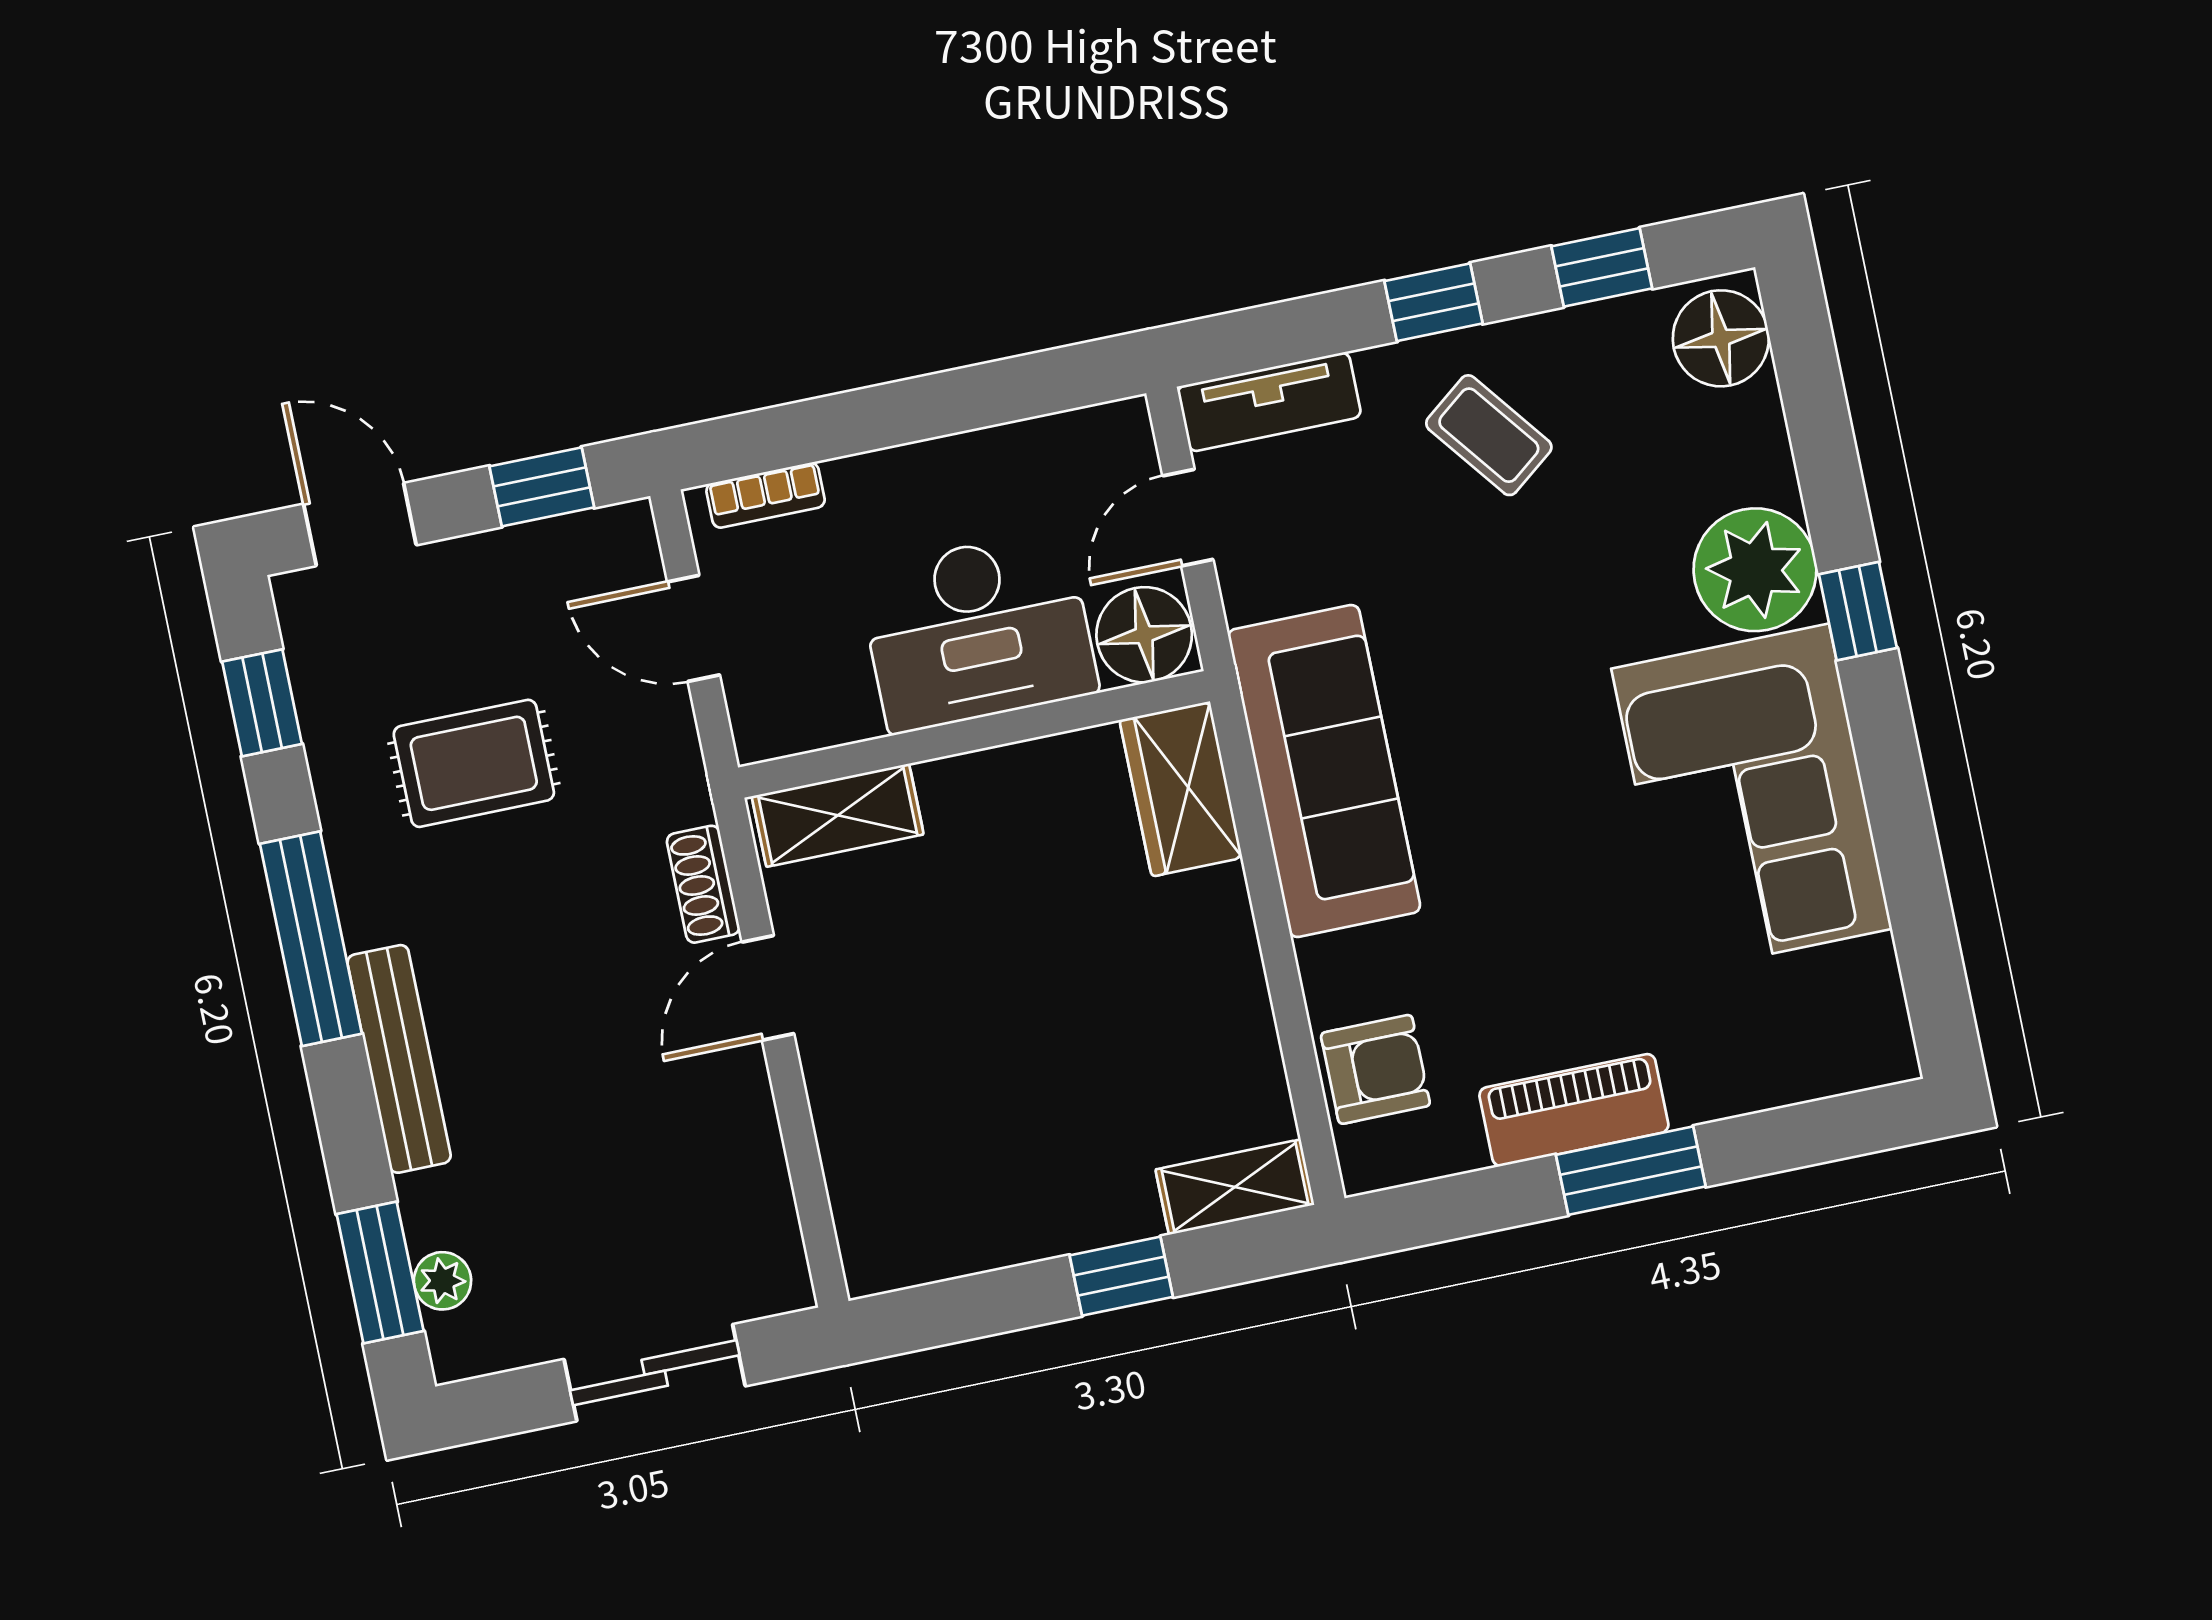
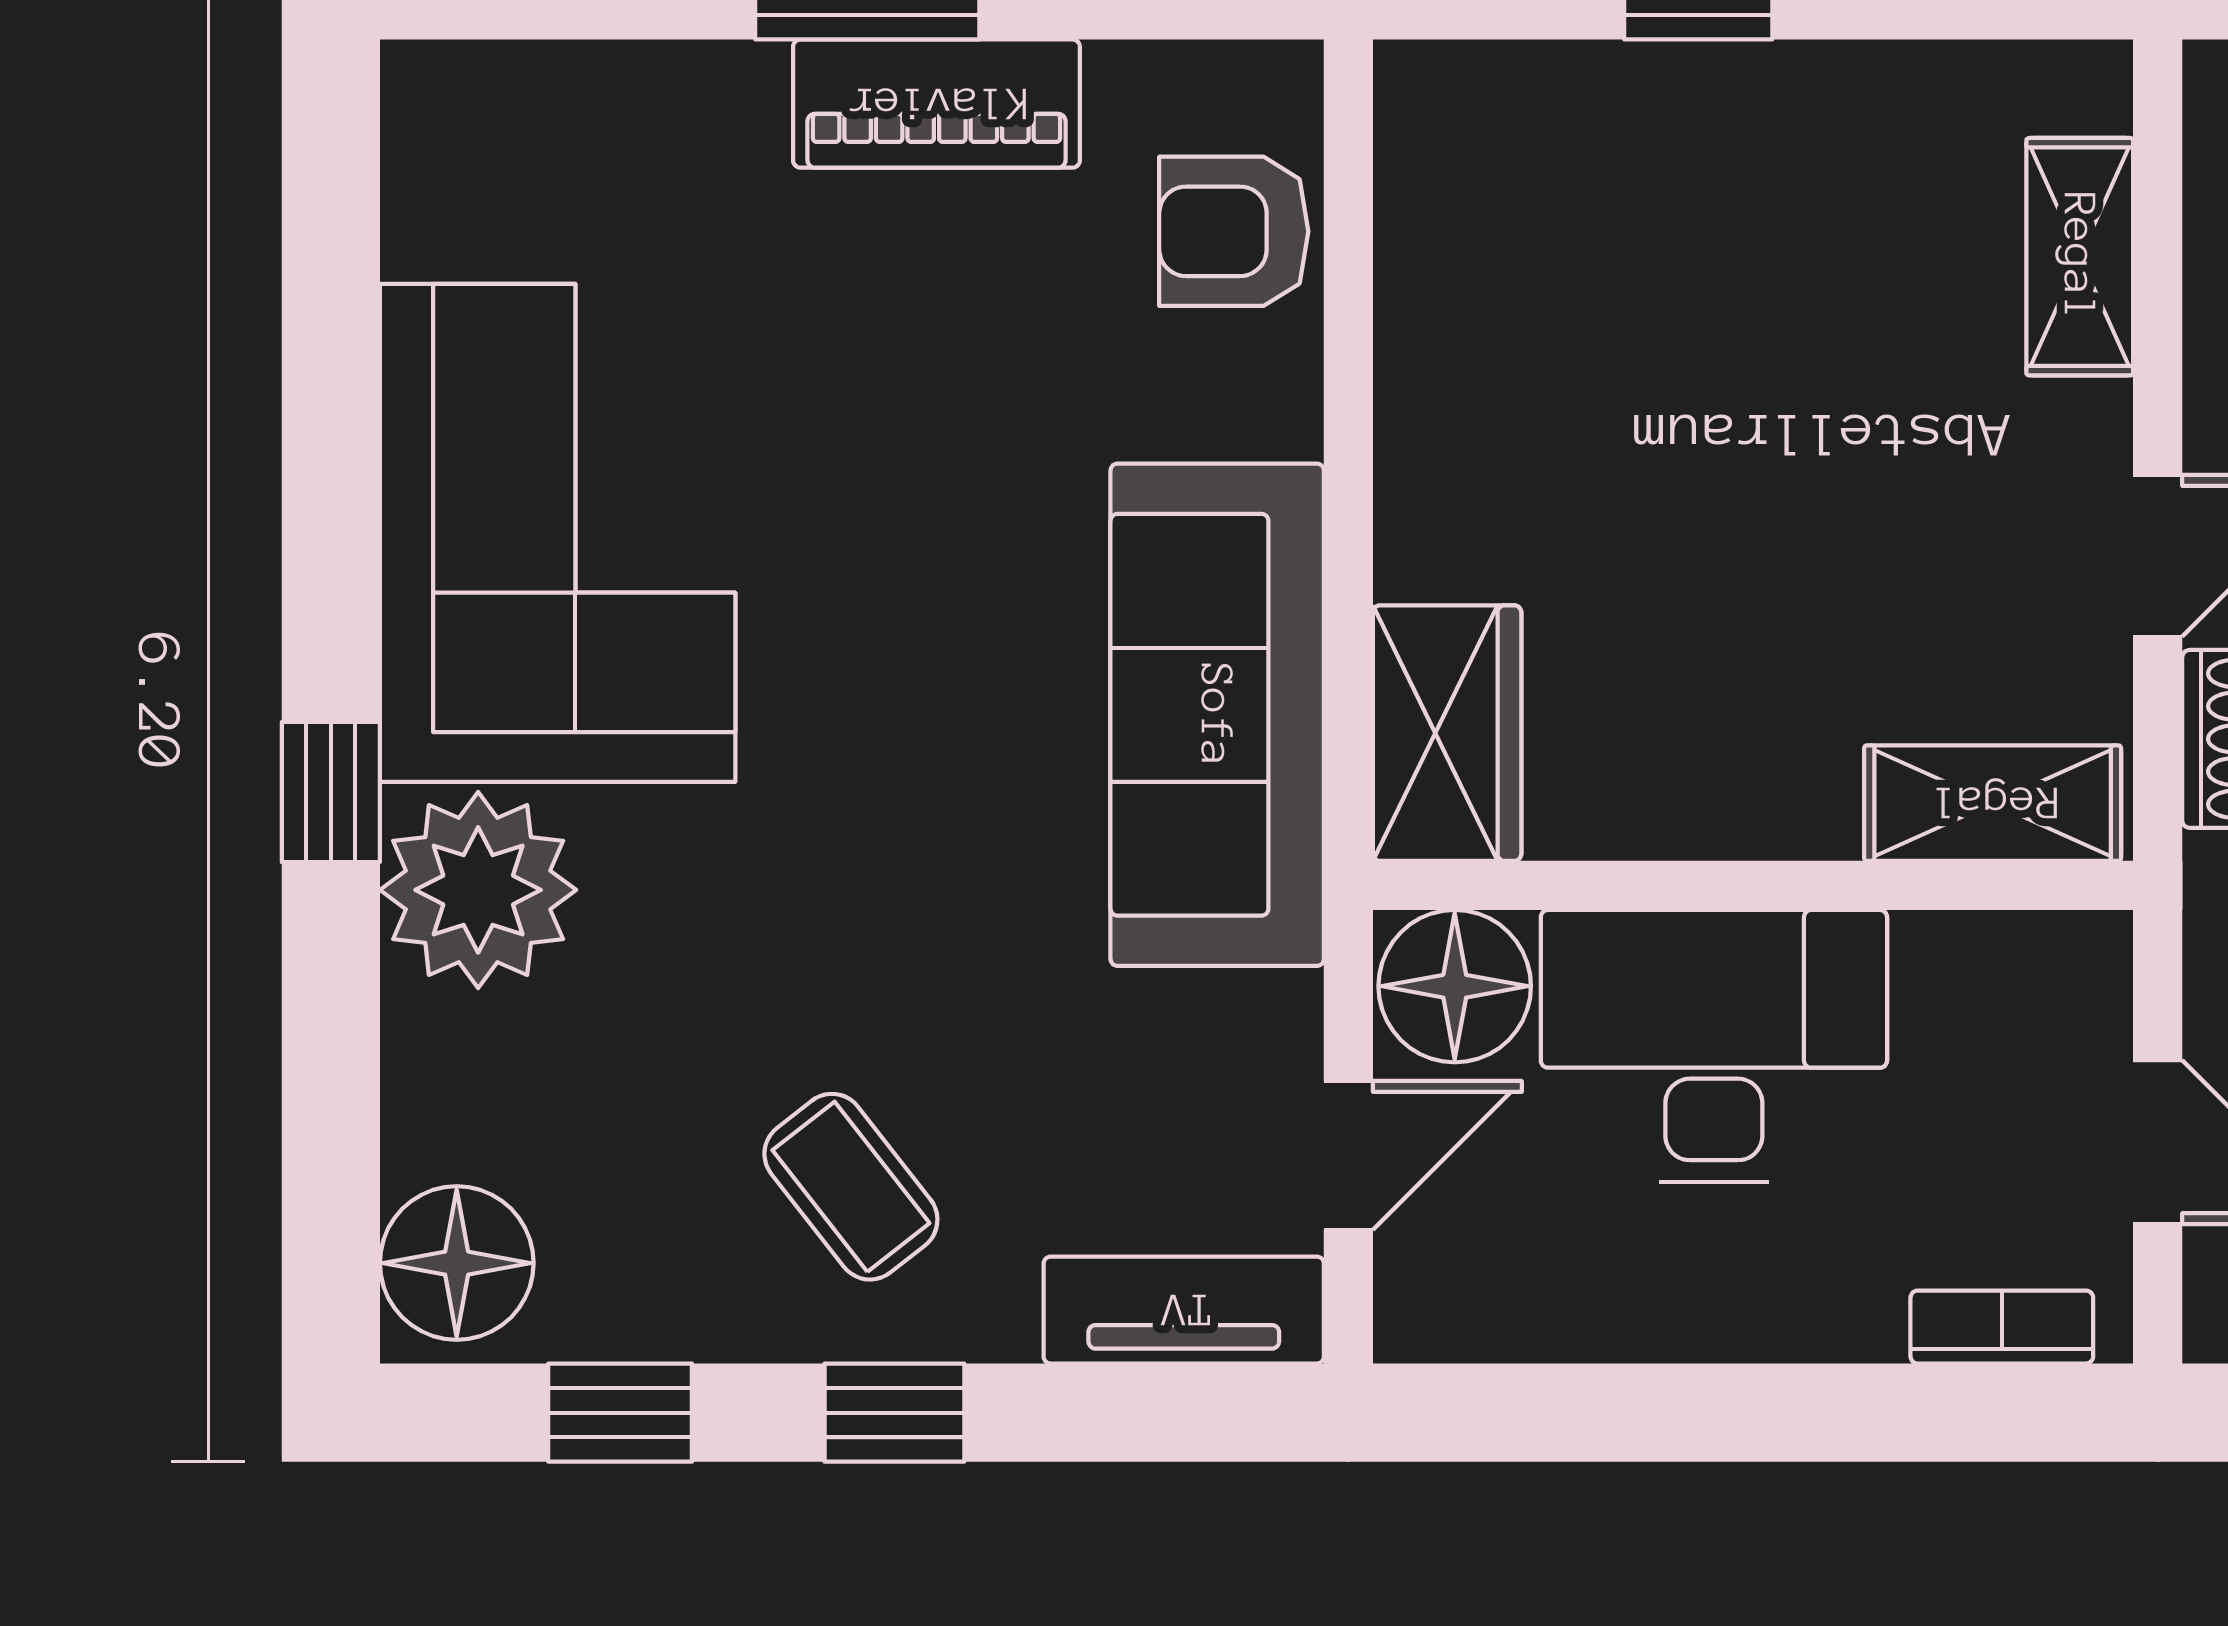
shelving: (1235, 1187) -> (2080, 257), moved, turned 90

